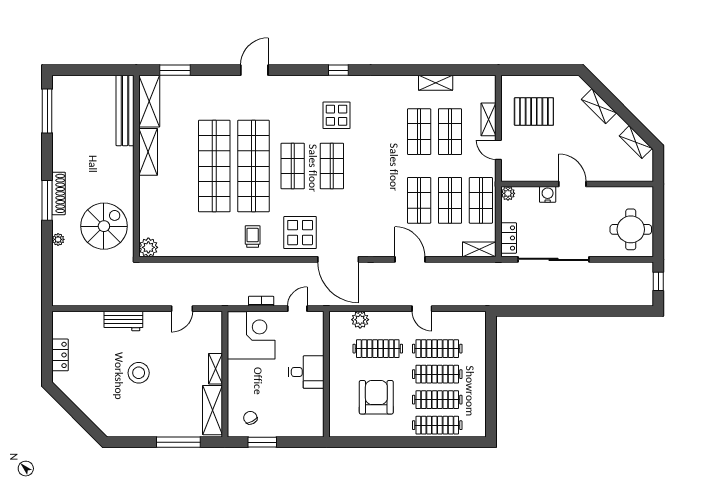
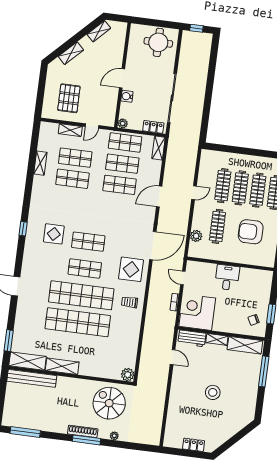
workbench: (123, 321) -> (192, 338), moved, turned 90

